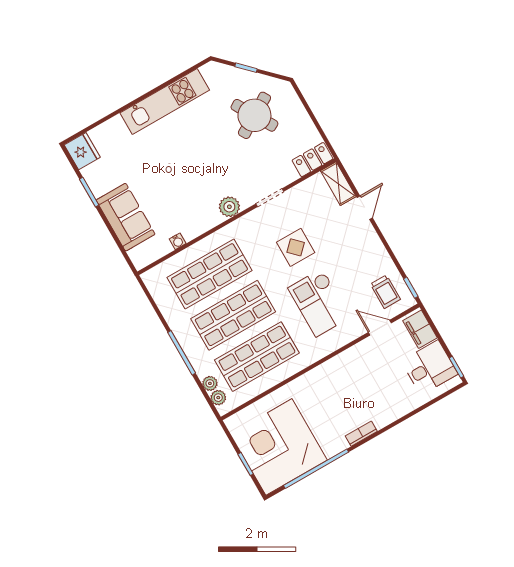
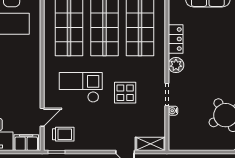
locker: (313, 160) -> (176, 39), moved
water cooler: (178, 241) -> (173, 111), moved
trolley: (385, 292) -> (63, 134), turned 180

